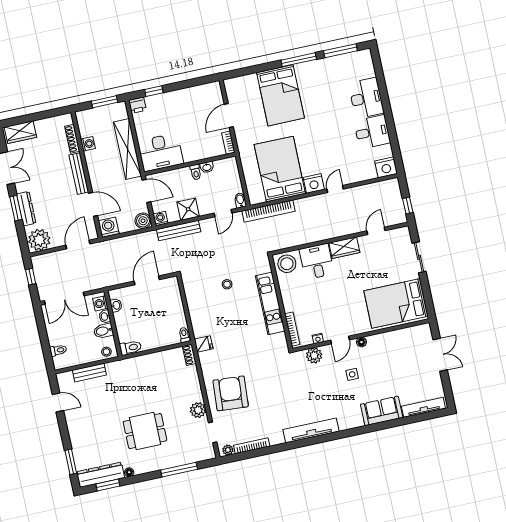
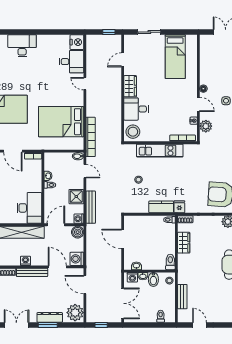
desk: (372, 132) -> (71, 62), moved, turned 90
washing machine: (88, 144) -> (25, 261), moved
nightstand: (314, 183) -> (77, 99), removed
door: (93, 204) -> (57, 267), hinge flipped
door: (376, 231) -> (123, 60), hinge flipped
bed: (396, 303) -> (175, 57), width x0.67
kitchen counter: (198, 321) -> (161, 207), added
wardrobe: (159, 359) -> (184, 243), added
door: (58, 402) -> (199, 325), hinge flipped

